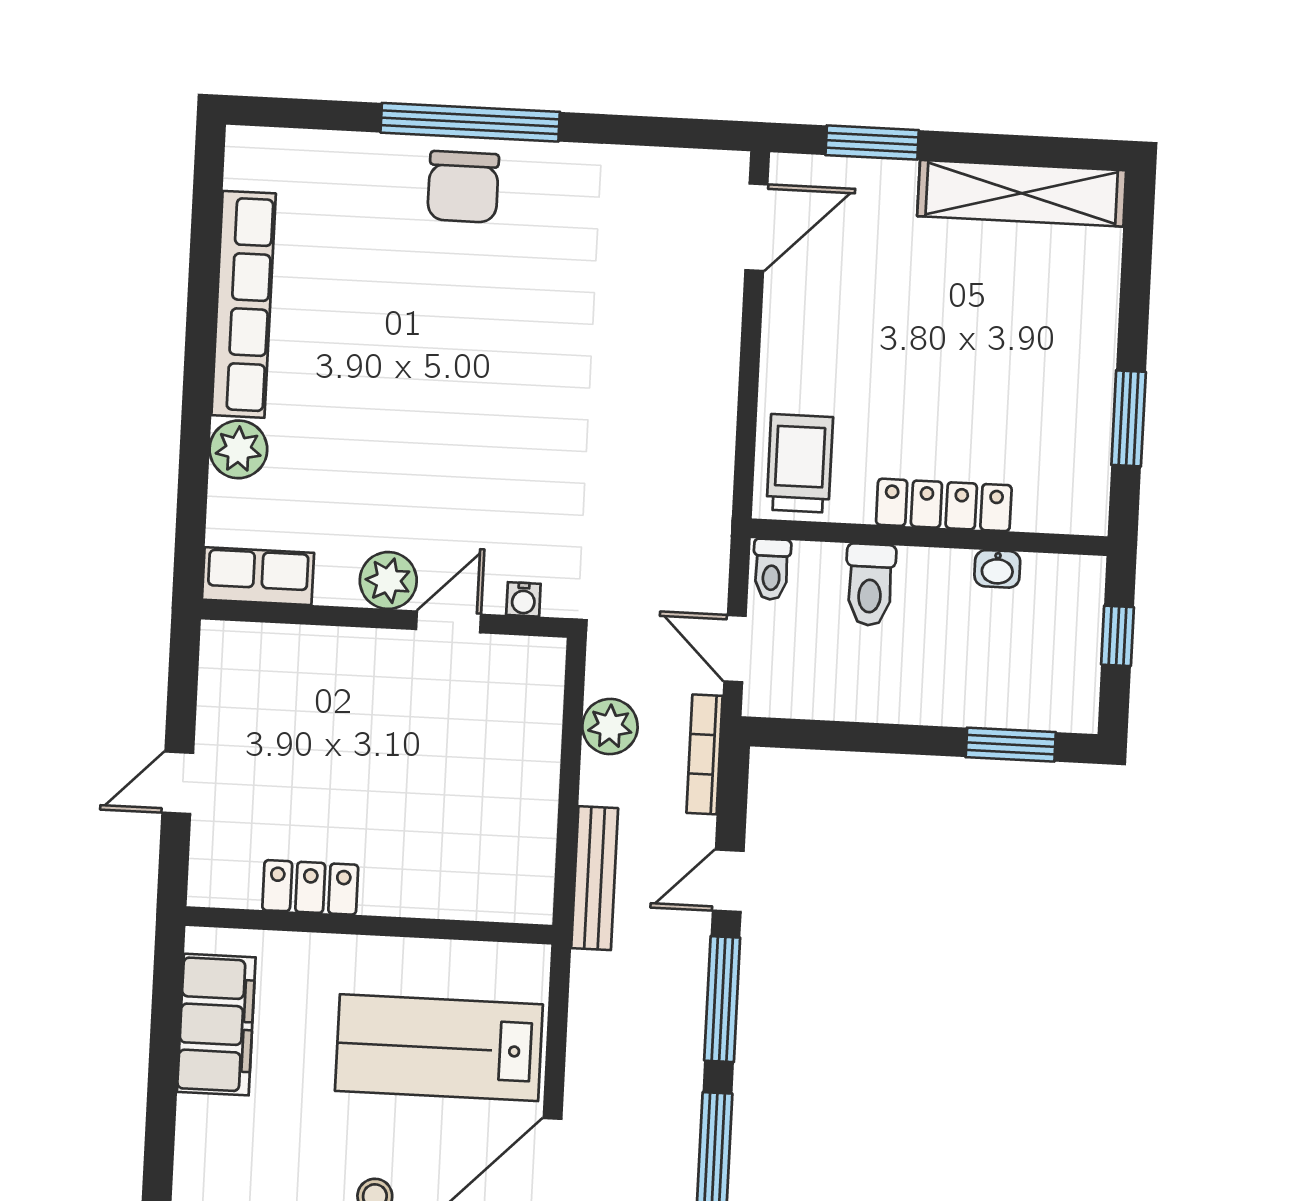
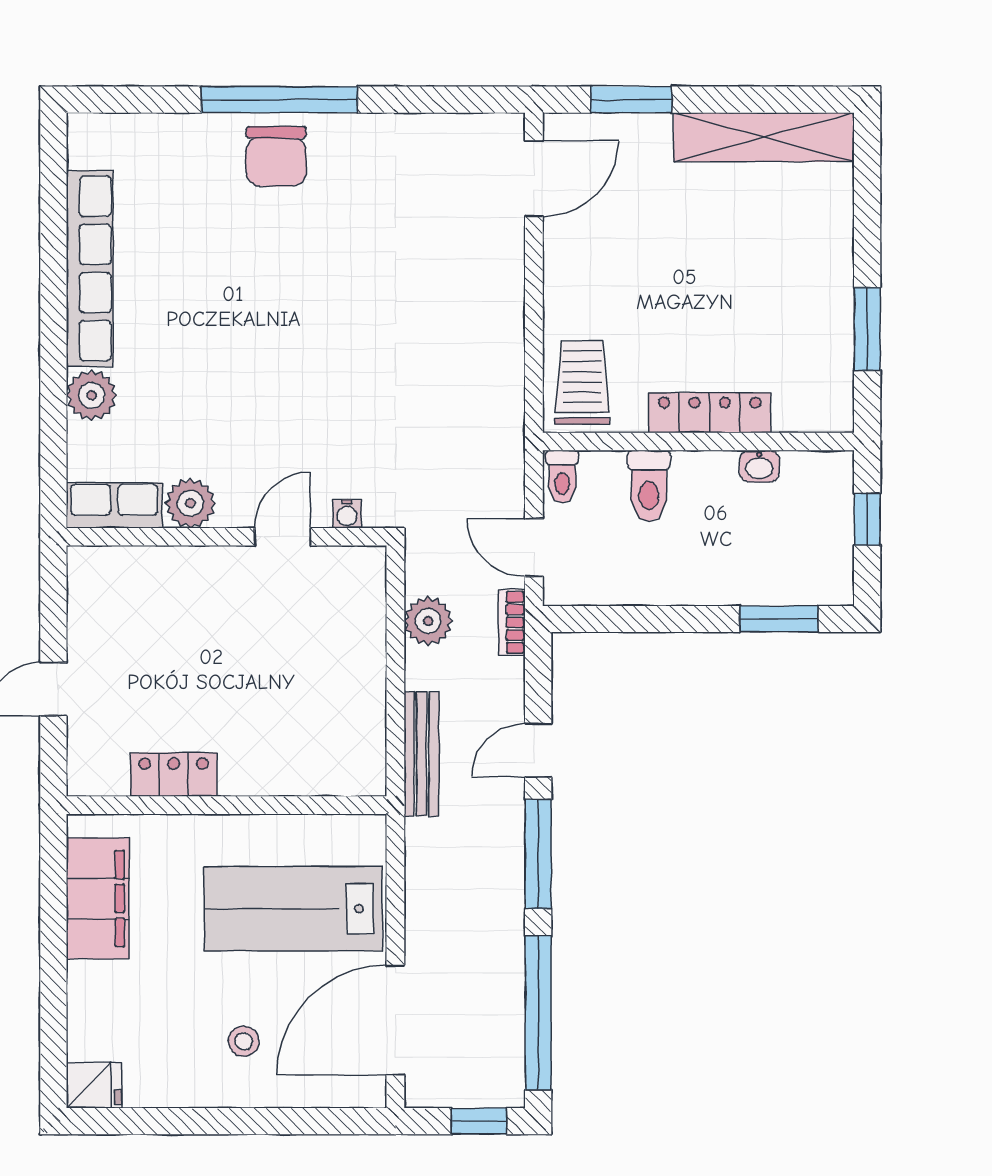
plant: (388, 580) -> (190, 503), moved
bookcase: (705, 754) -> (512, 622), width x0.64

